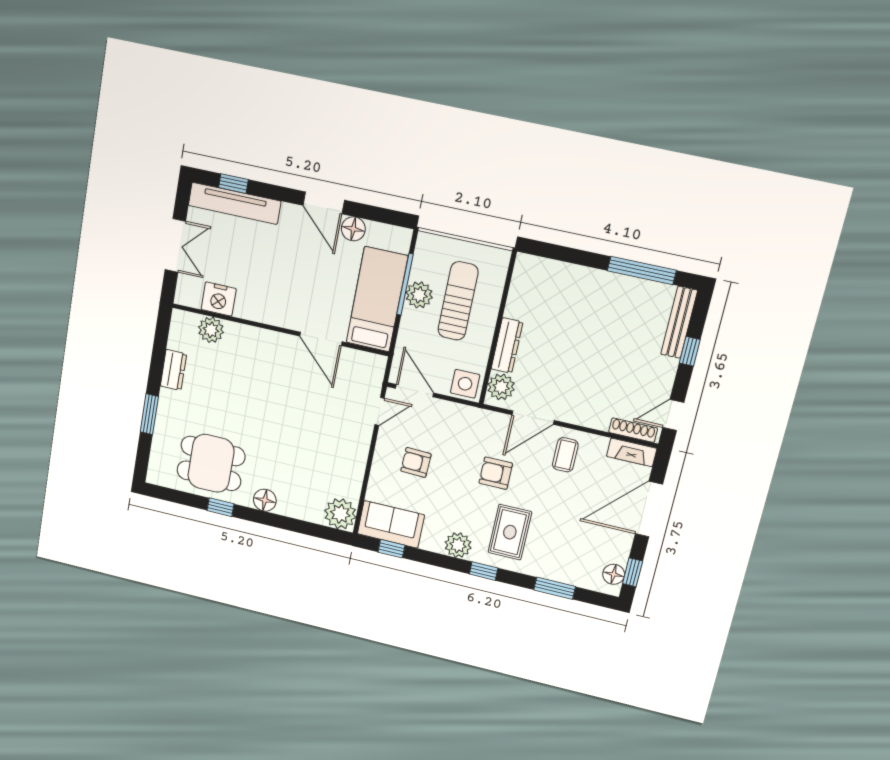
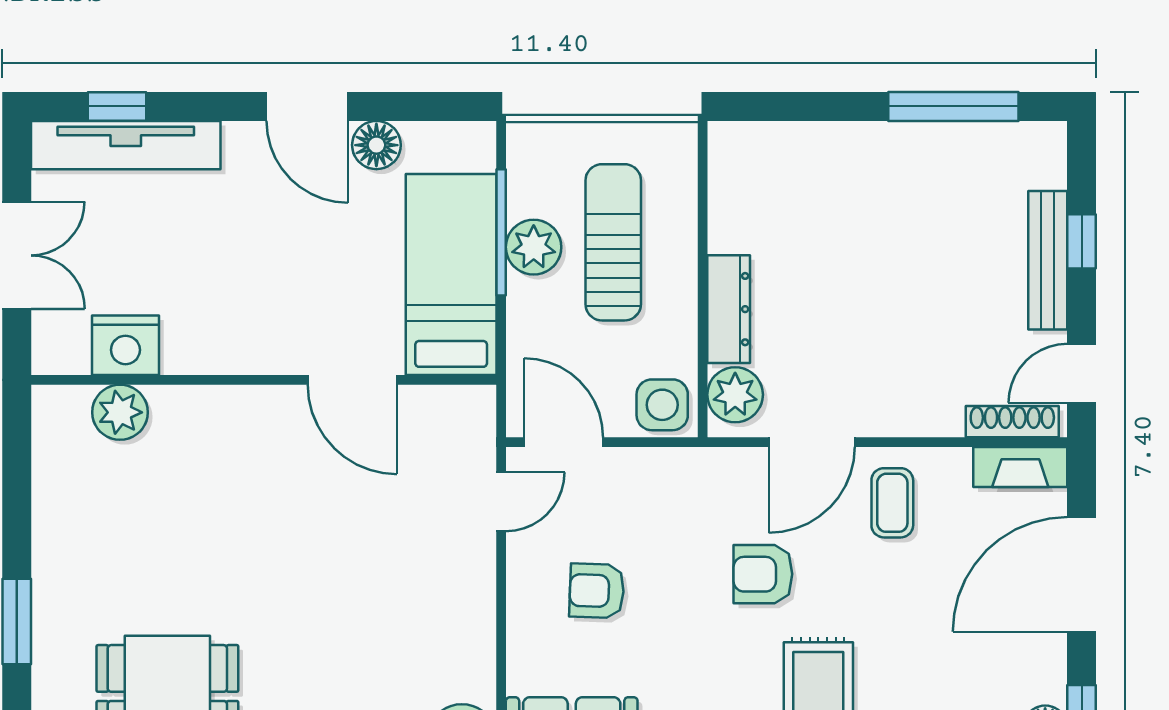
bench: (679, 322) -> (1048, 260), moved
dresser: (173, 370) -> (54, 515), removed

